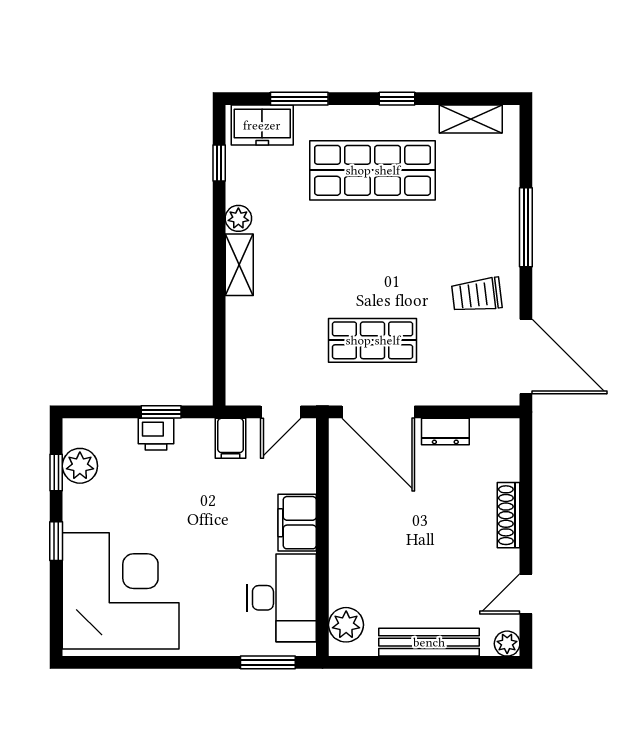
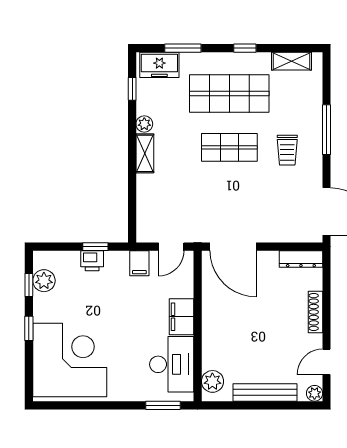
trolley: (477, 295) -> (287, 150), moved, turned -83
shop shelf: (373, 340) -> (229, 147), moved
dresser: (445, 432) -> (301, 259), moved, width x1.44

